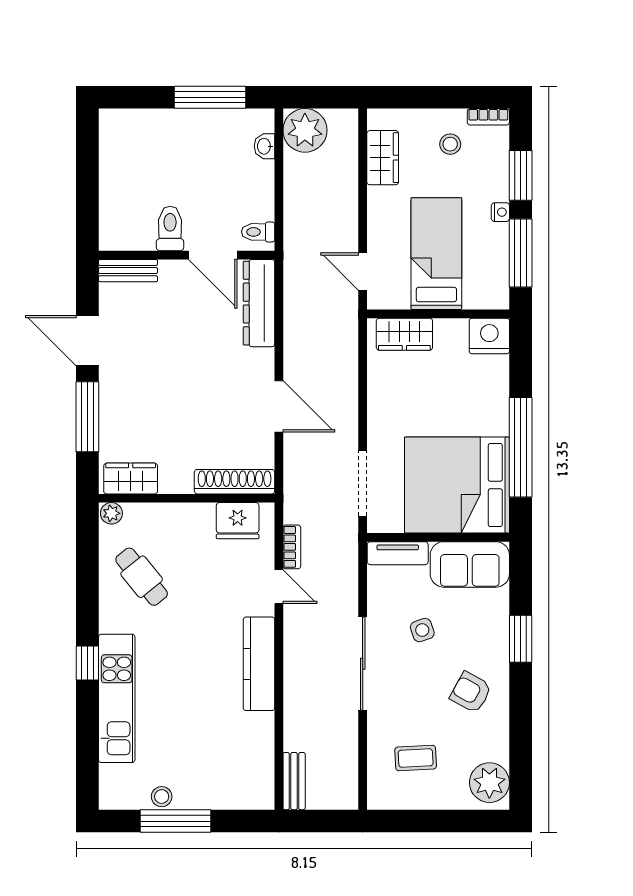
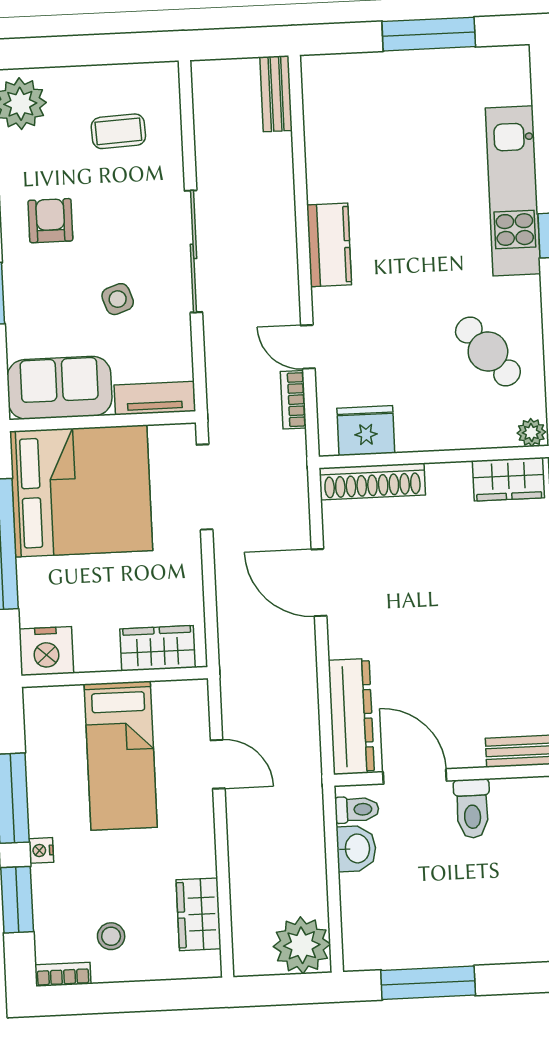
washbasin: (265, 146) -> (356, 849), moved, width x1.38, depth x1.45
bed: (436, 254) -> (121, 756), moved
wall: (438, 314) -> (115, 677), moved
wardrobe: (404, 334) -> (158, 648), moved
nightstand: (489, 336) -> (46, 651), moved
kitchen counter: (259, 664) -> (329, 245), width x0.67
armchair: (471, 692) -> (50, 221), turned -119
stool: (162, 797) -> (448, 65), removed

